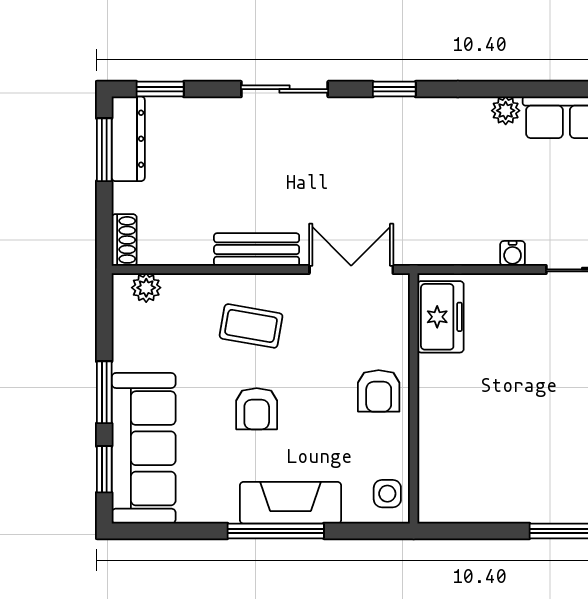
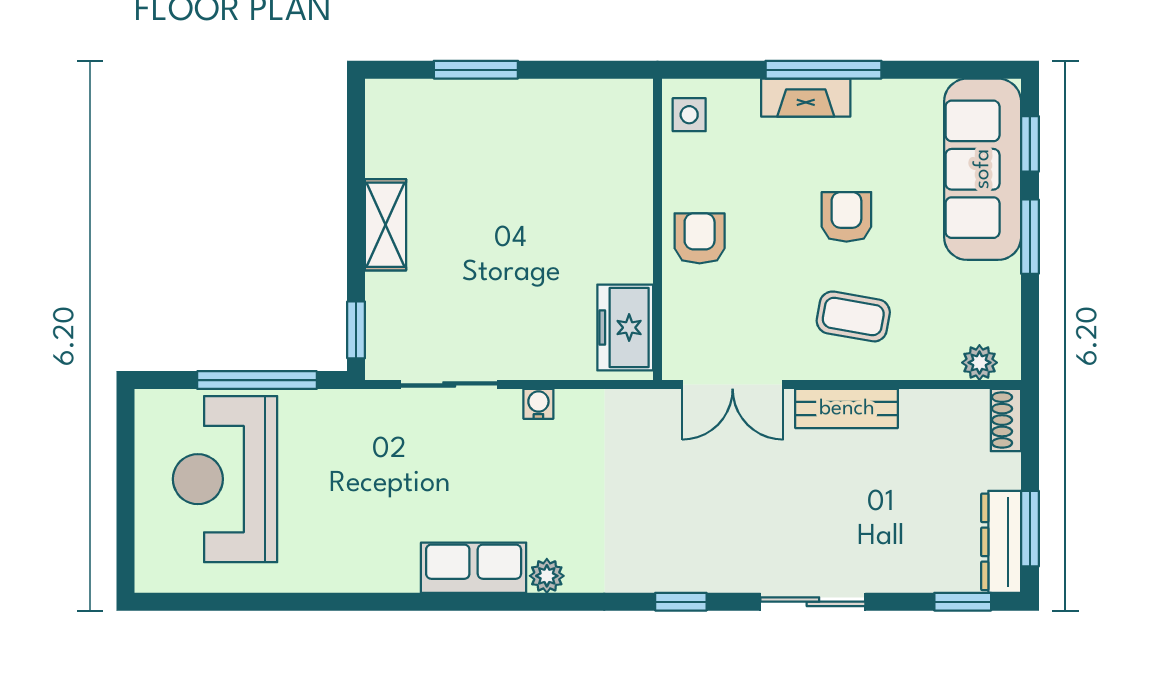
fireplace: (290, 503) -> (806, 98), width x0.73, depth x0.76

